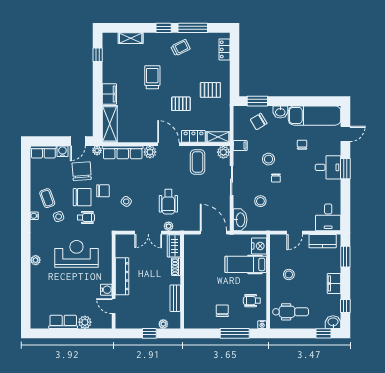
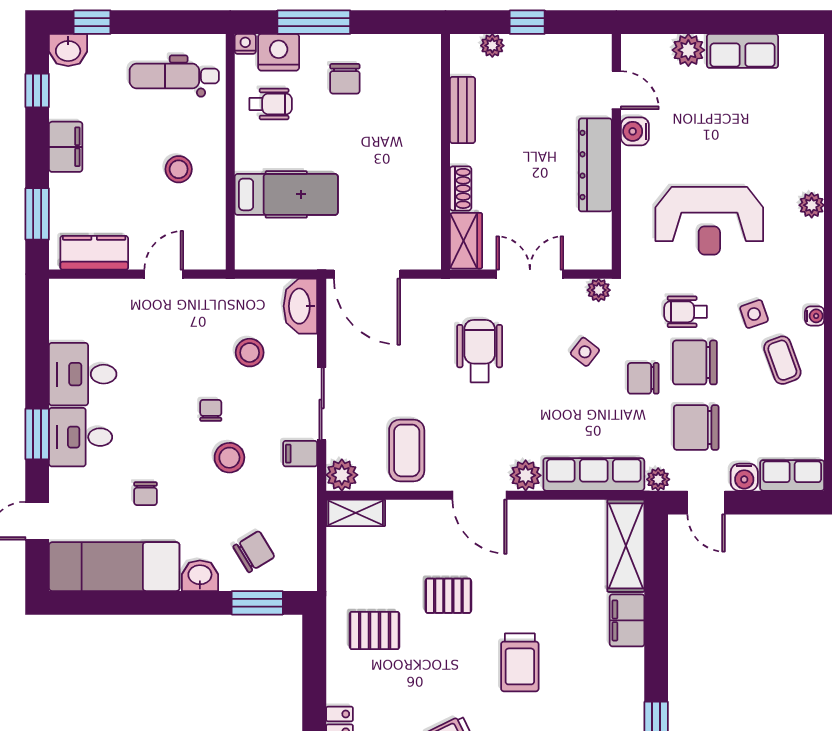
locker: (193, 136) -> (417, 514), removed
door: (78, 141) -> (706, 503), swing flipped
filing cabinet: (240, 146) -> (300, 454), moved
chair: (82, 171) -> (696, 428), turned 94
desk: (328, 217) -> (83, 374), moved, turned -90
plant: (169, 226) -> (599, 290), moved
nightstand: (259, 246) -> (279, 52), moved, turned 90

